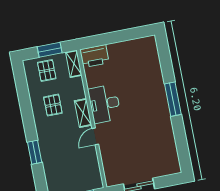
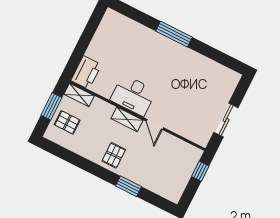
pallet: (53, 105) -> (114, 155), moved, turned 90

